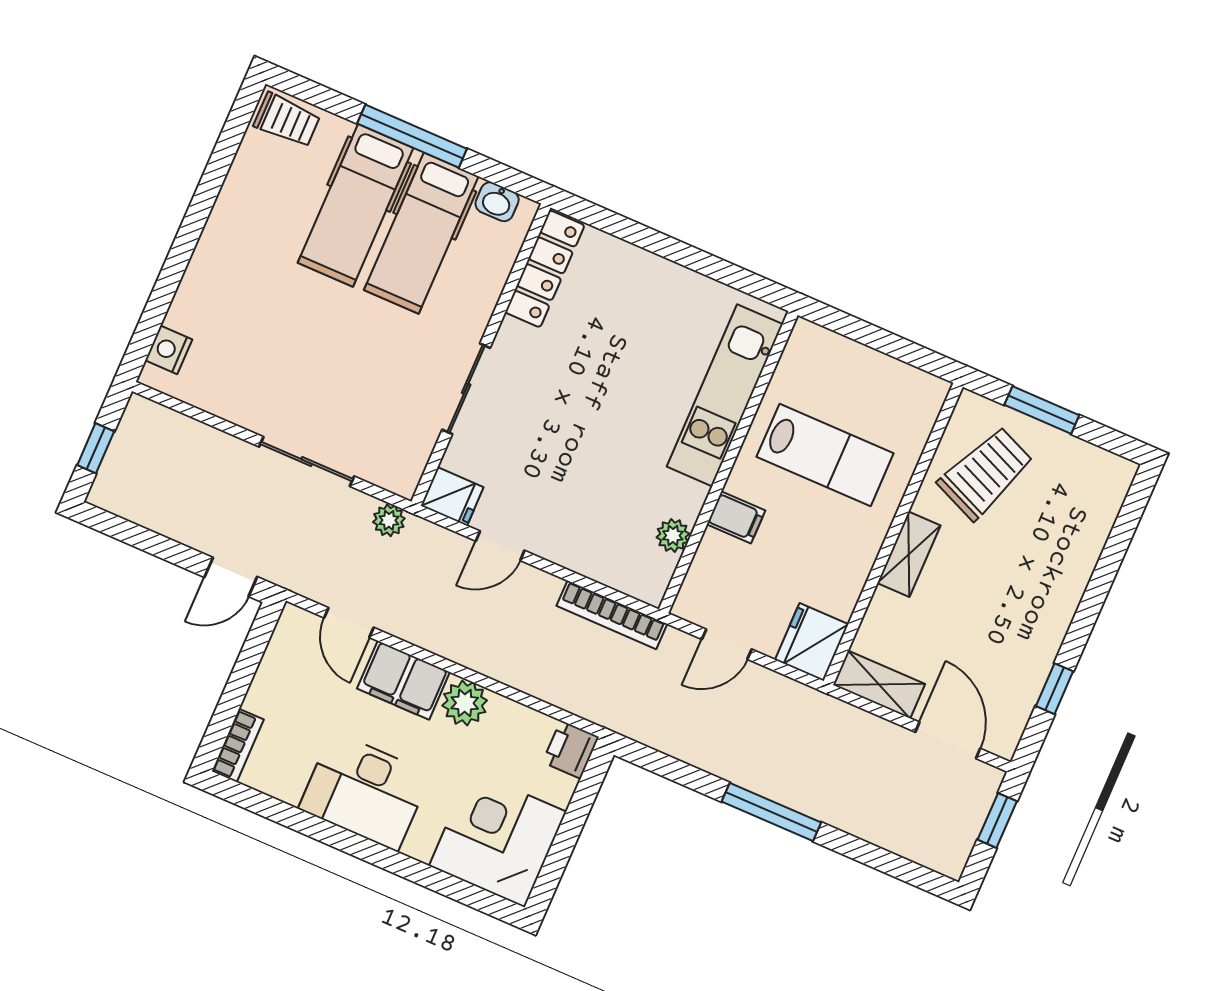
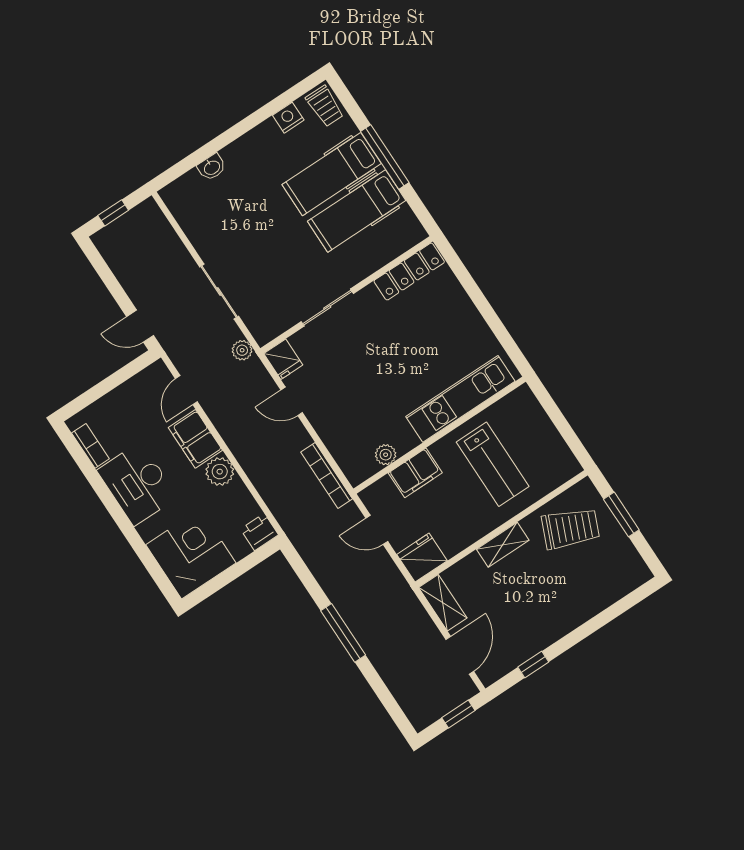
washbasin: (497, 202) -> (212, 167), moved, turned -90
nightstand: (169, 350) -> (288, 118), moved
filing cabinet: (736, 517) -> (415, 473), width x2.00
bookcase: (238, 745) -> (90, 446), moved, turned -90

